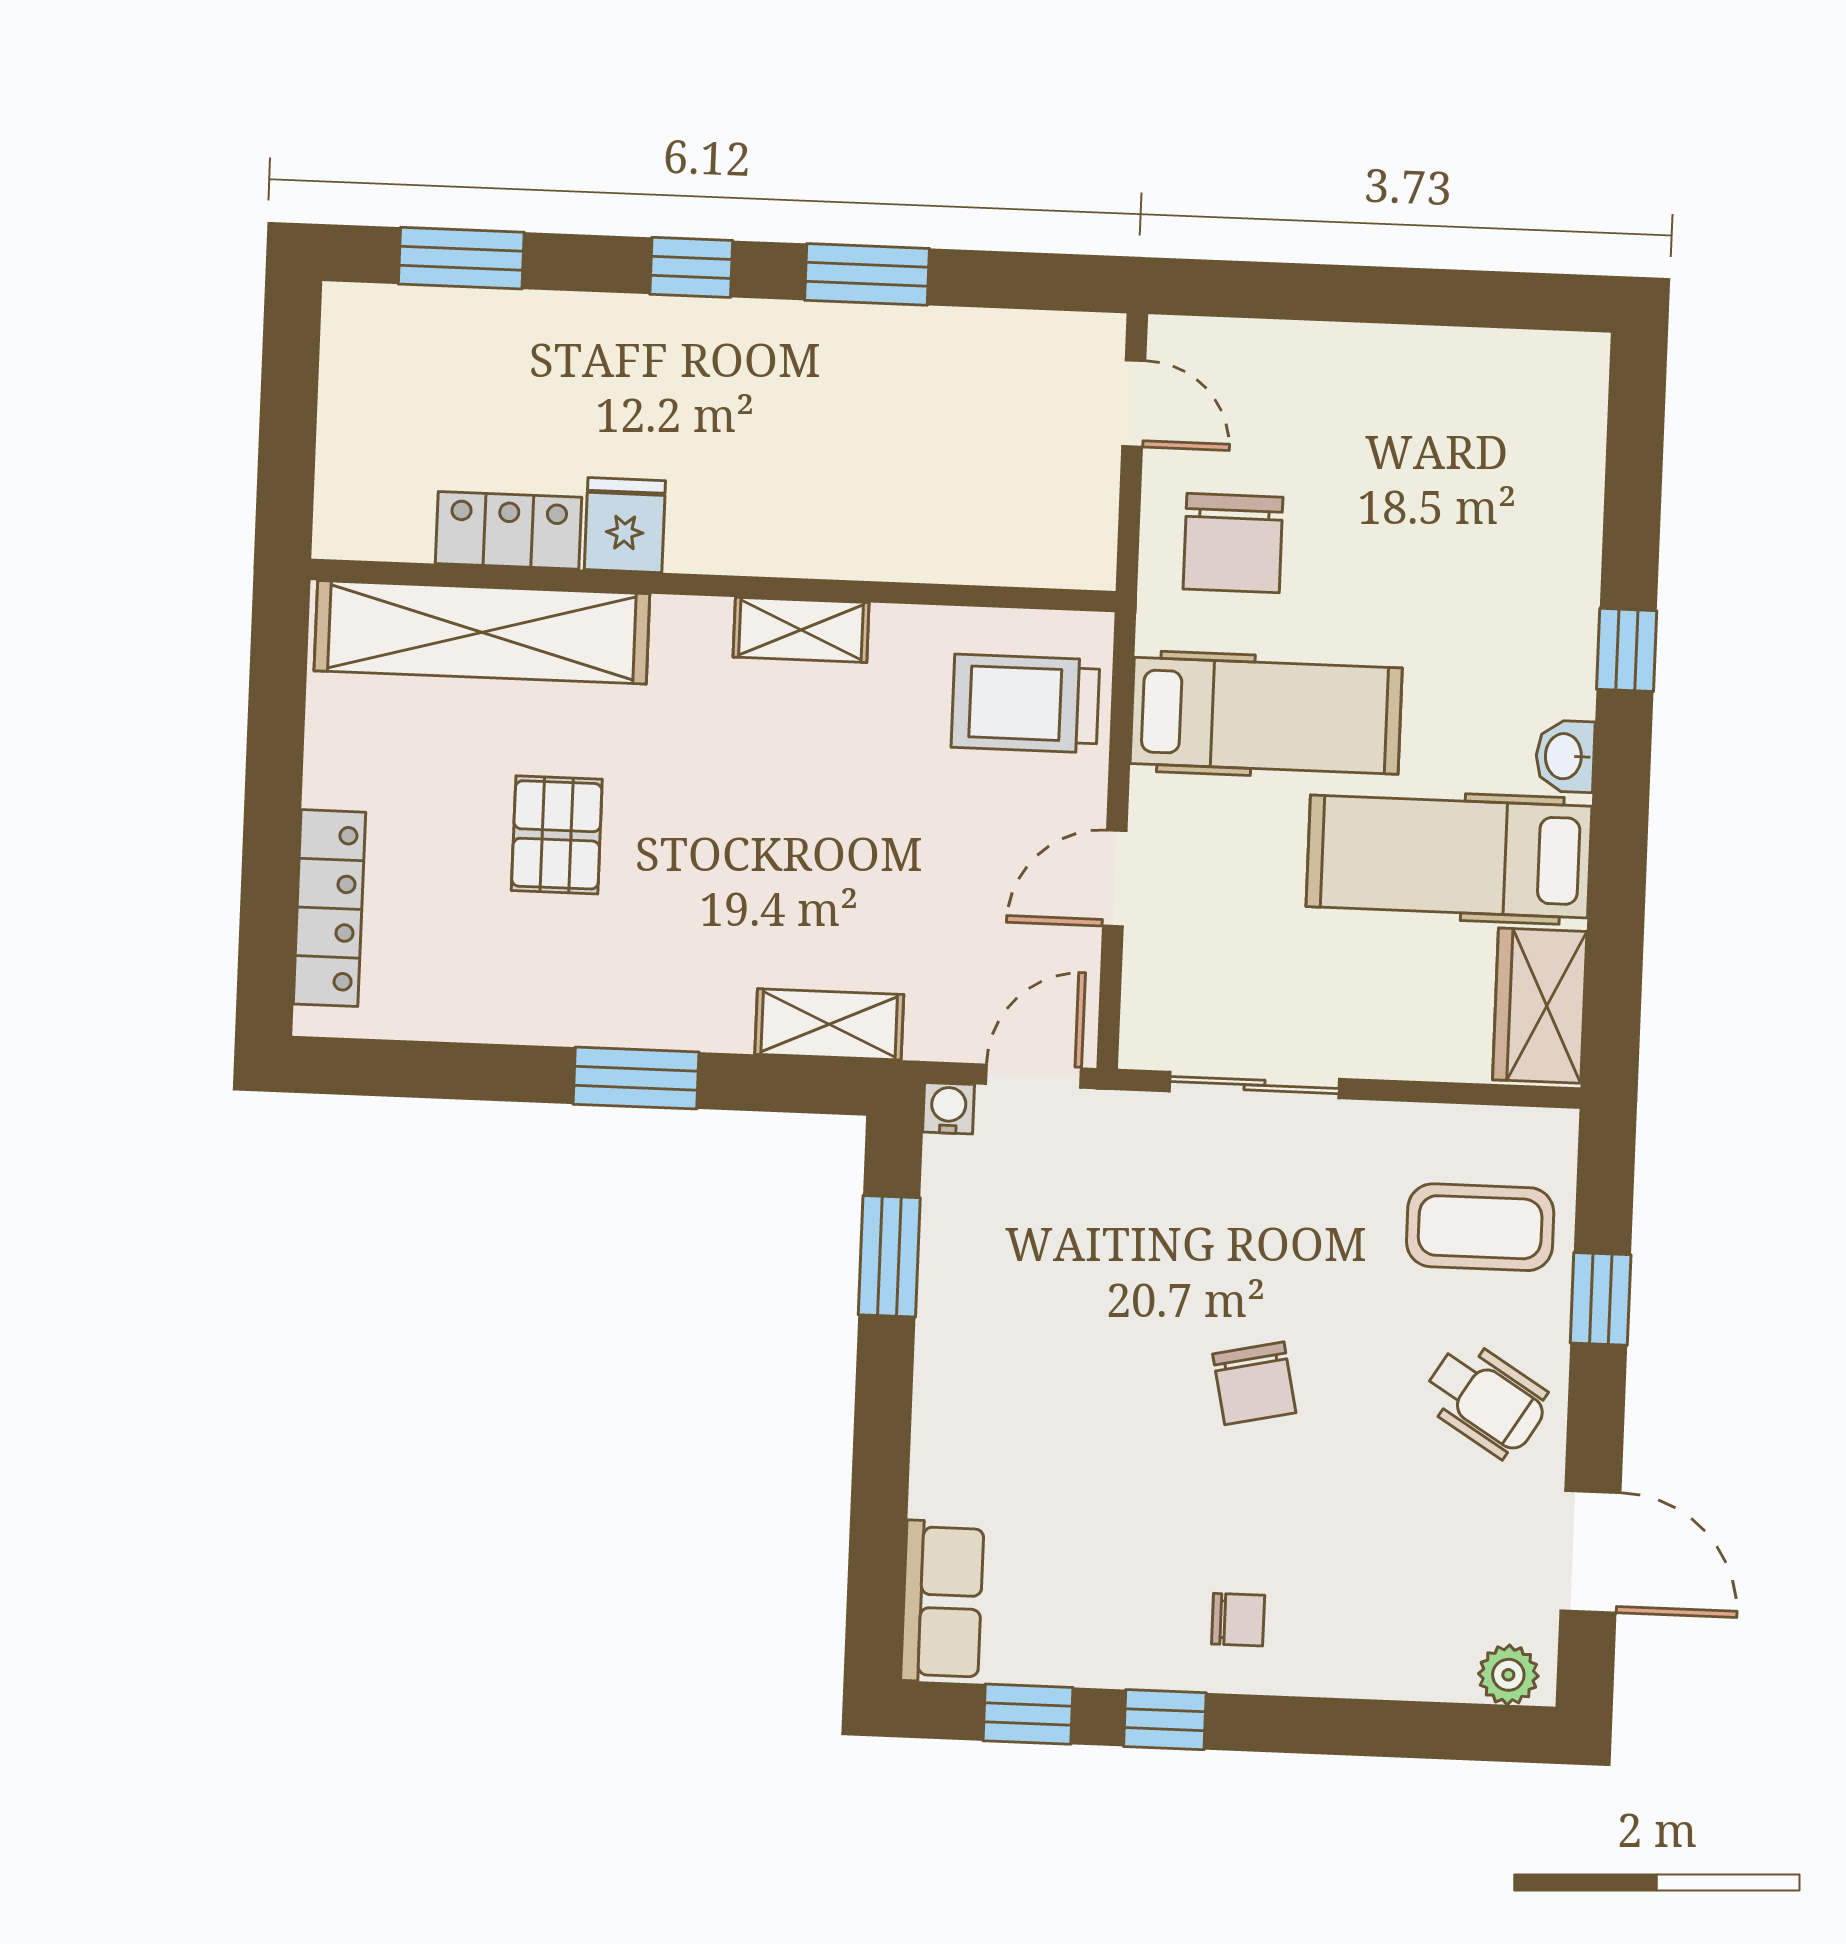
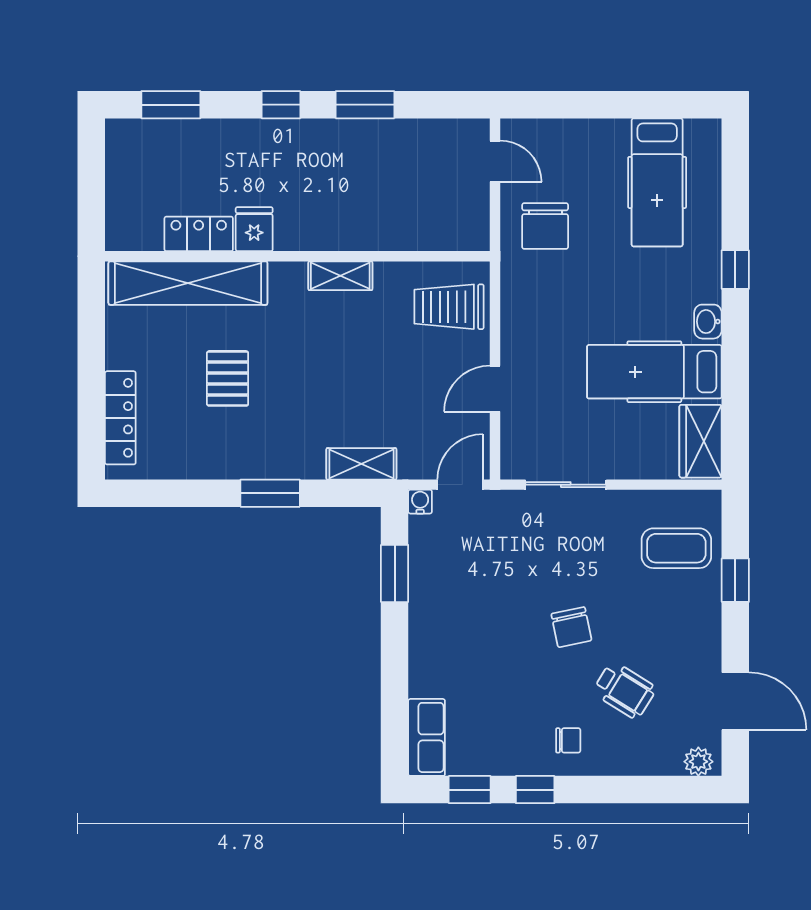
hospital bed: (1266, 716) -> (657, 182), moved, turned 90
wheelchair: (1486, 1399) -> (624, 690), moved

